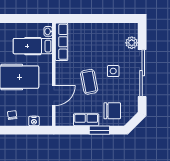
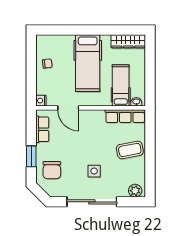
plant: (132, 43) -> (135, 191), moved
coffee table: (89, 82) -> (130, 150), moved
row of seats: (86, 120) -> (42, 129), moved
nightstand: (34, 121) -> (41, 101), moved

